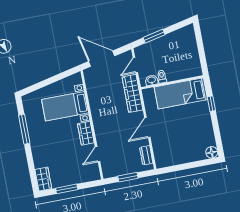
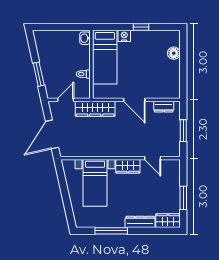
door: (135, 65) -> (66, 100), swing flipped
washbasin: (152, 80) -> (85, 38), moved
window: (211, 104) -> (141, 27), moved
nightstand: (204, 107) -> (124, 36), added
floor lamp: (212, 152) -> (174, 53), moved
dresser: (37, 154) -> (140, 222), added

